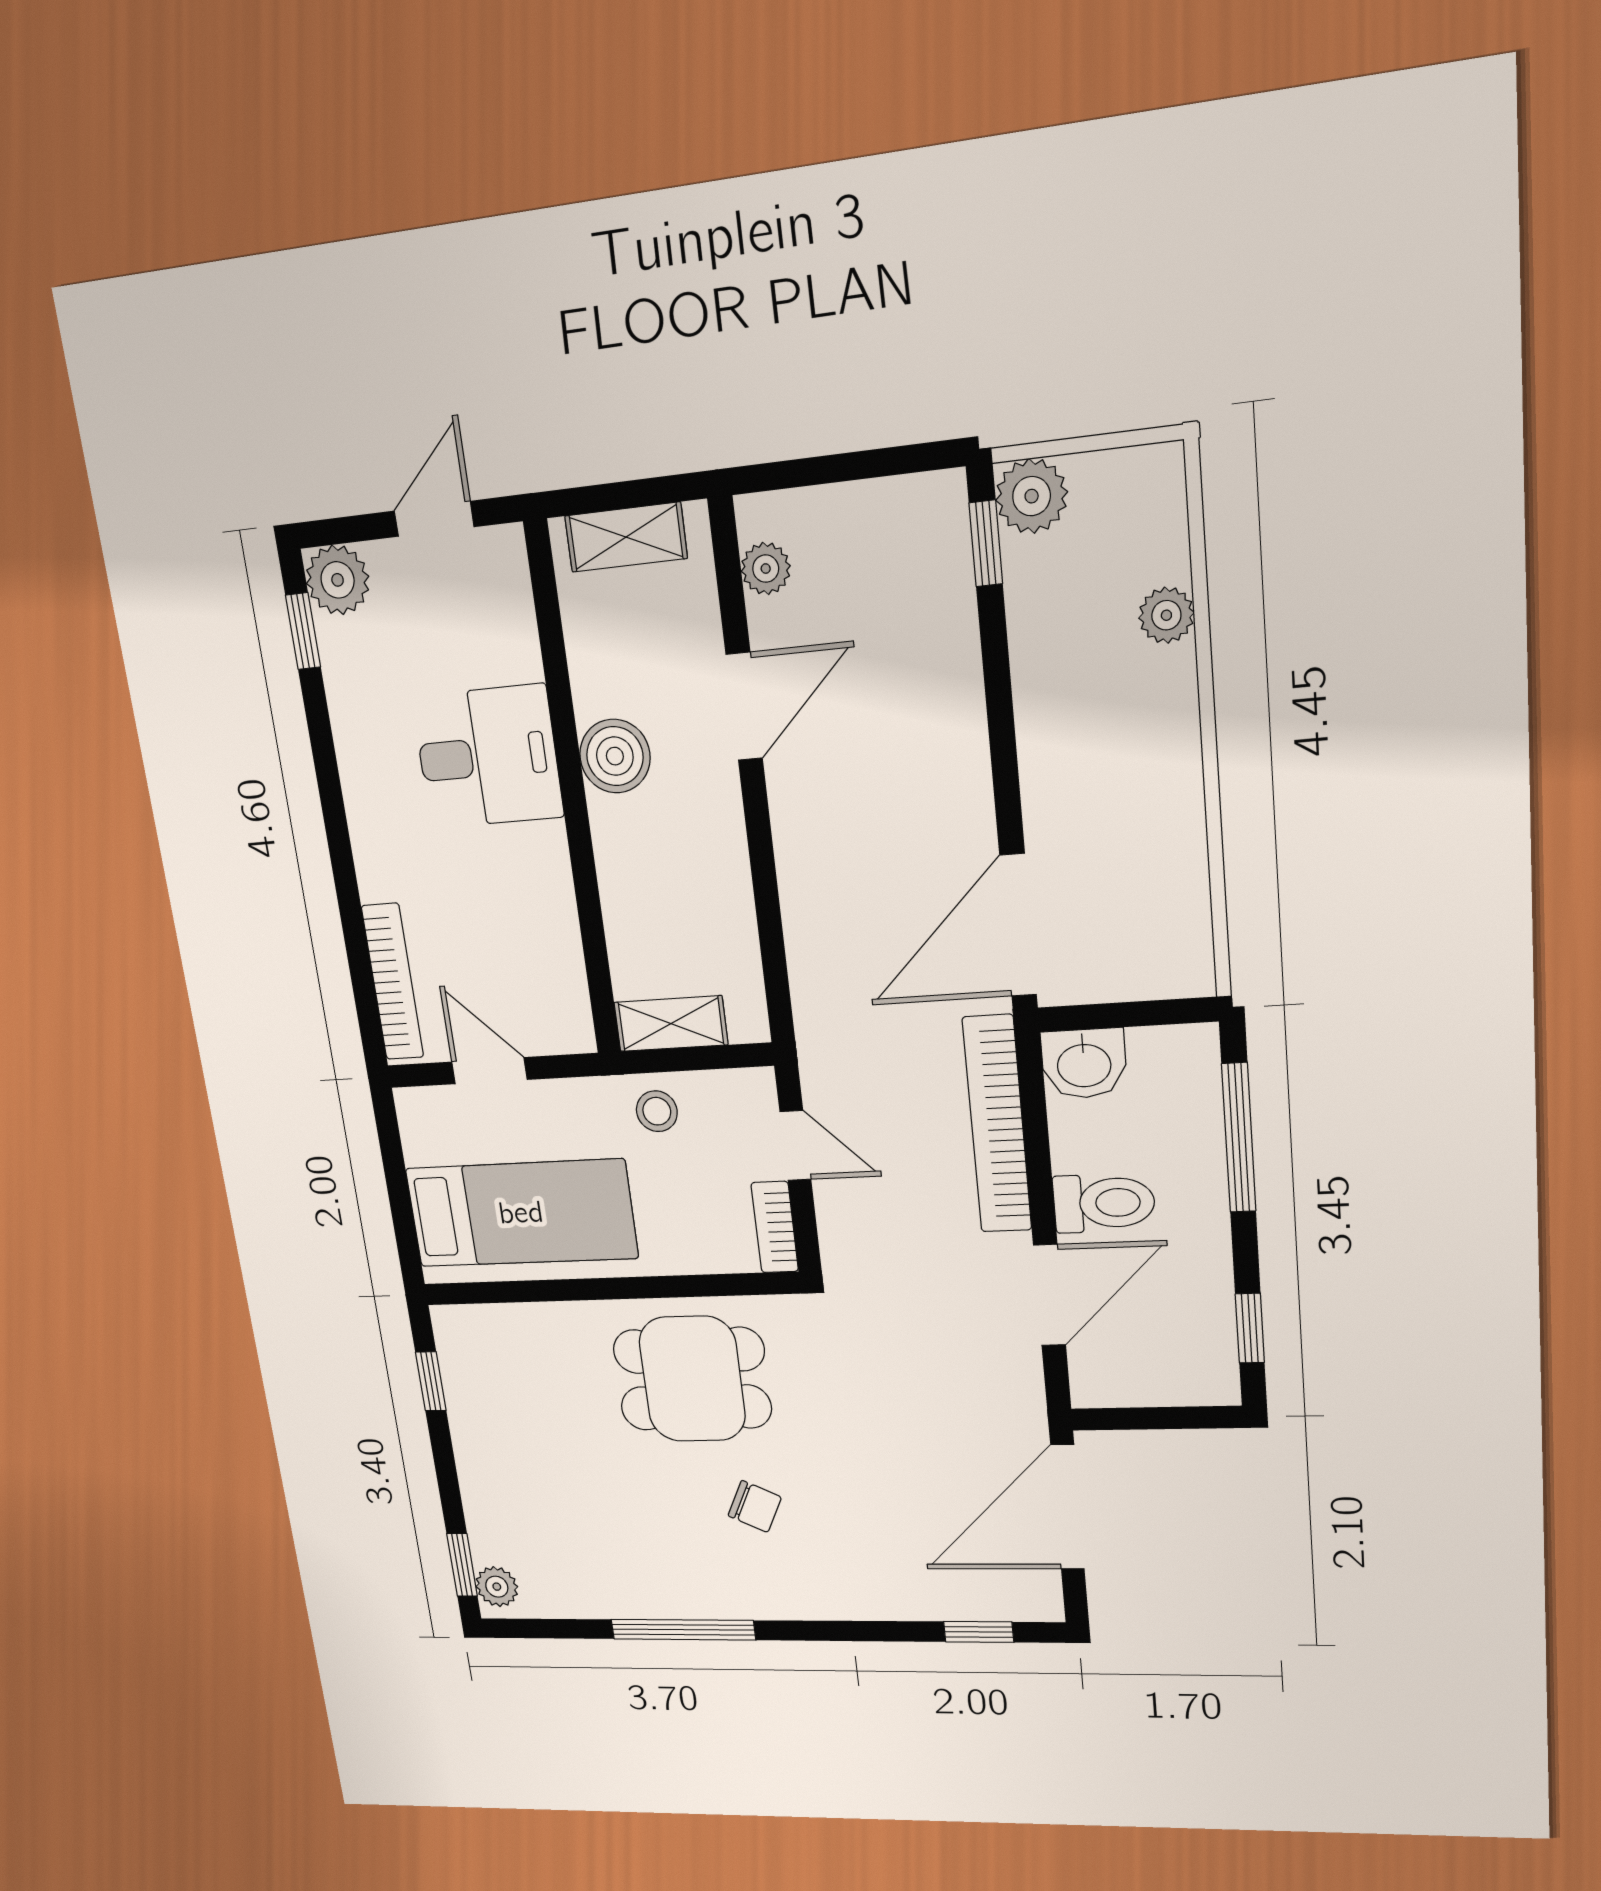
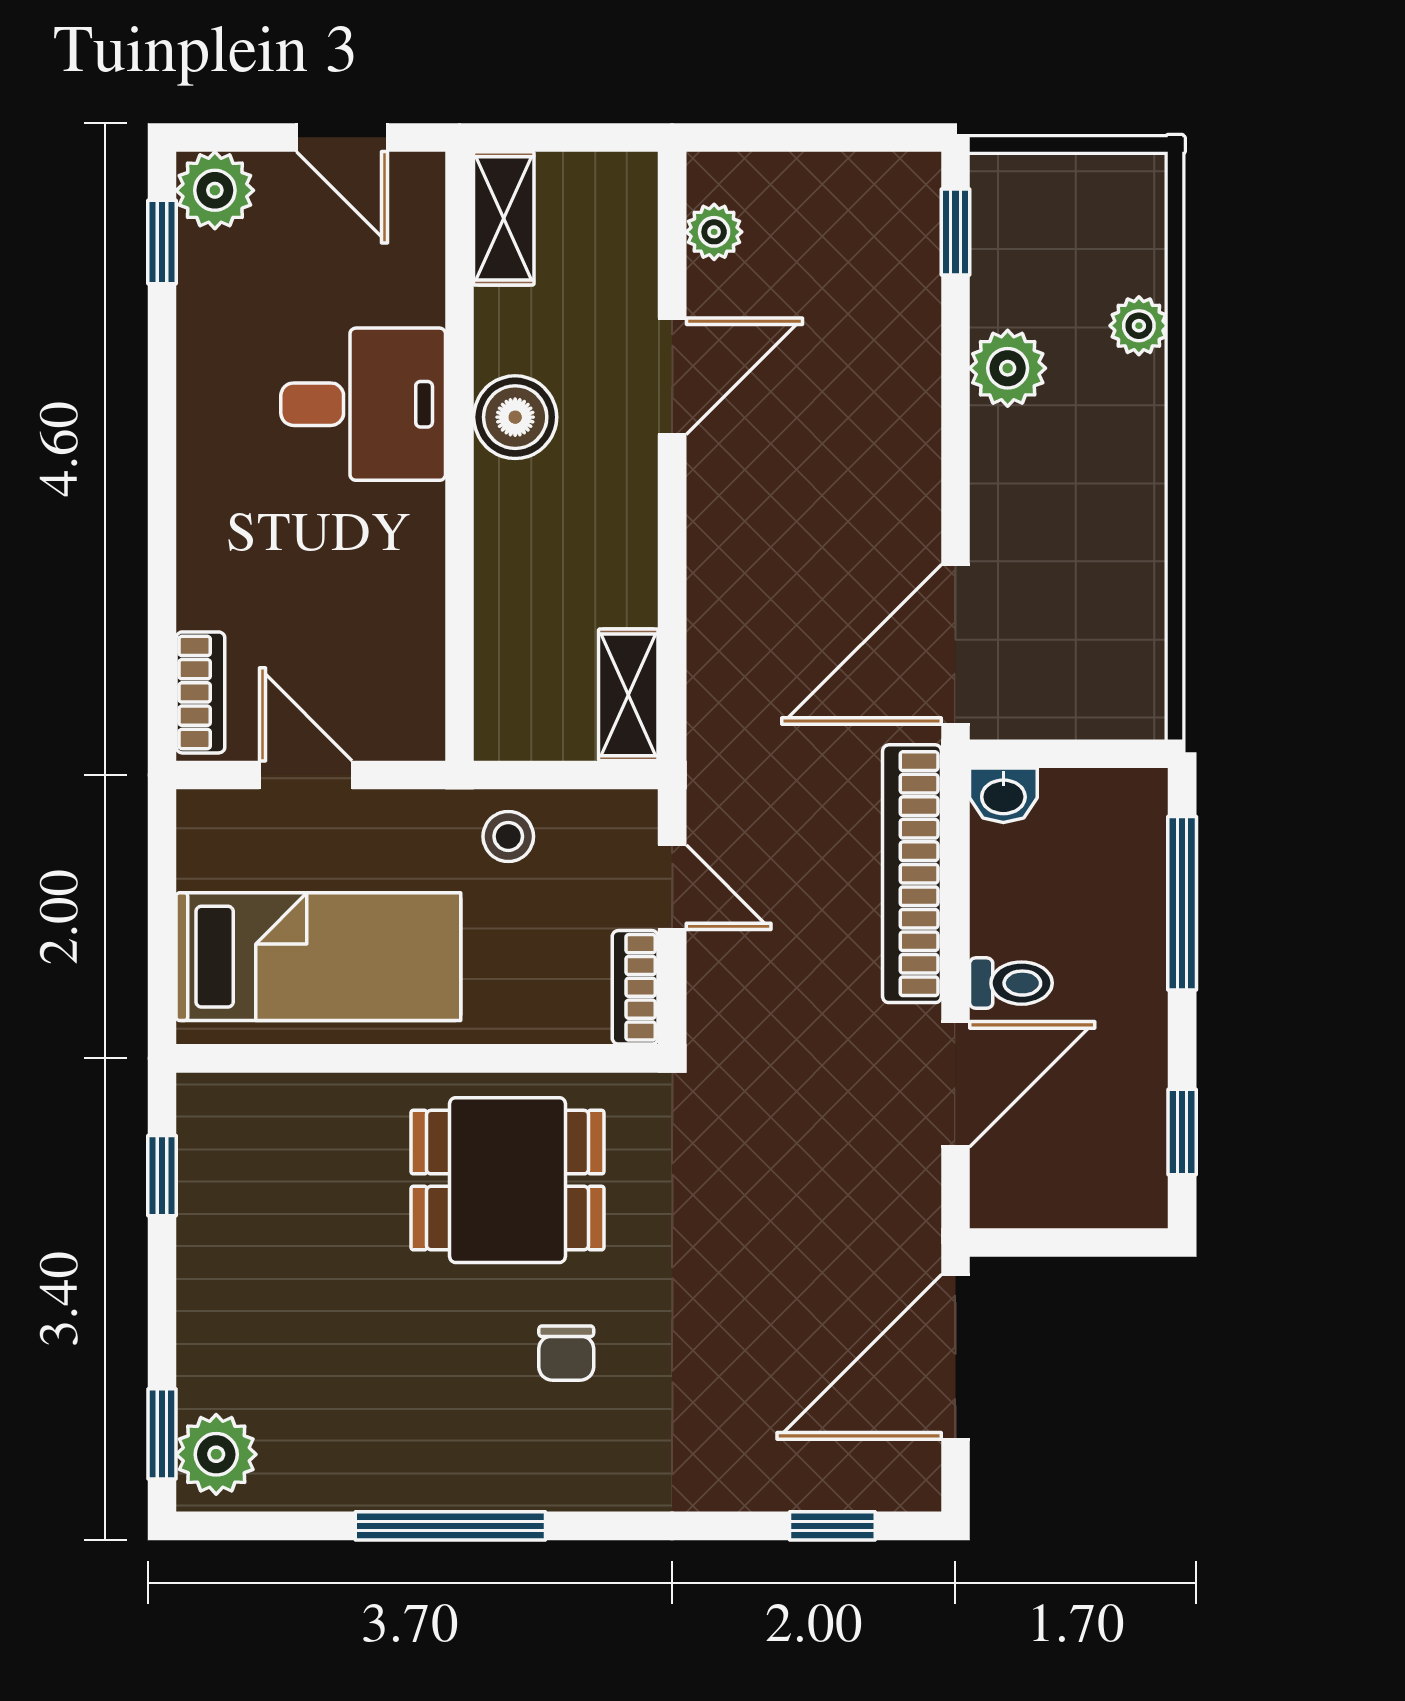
plant: (1032, 496) -> (1008, 368), moved
door: (434, 519) -> (342, 137), swing flipped
shelving: (626, 537) -> (504, 218), moved, turned 90
bookcase: (393, 982) -> (200, 692), width x0.64
shelving: (671, 1024) -> (628, 695), moved, turned 90
washbasin: (1084, 1064) -> (1003, 795), width x0.72, depth x0.69
toilet: (1104, 1203) -> (1011, 983), width x0.73, depth x0.72
chair: (755, 1506) -> (566, 1353), turned 64
plant: (497, 1587) -> (216, 1454), width x1.38, depth x1.38

